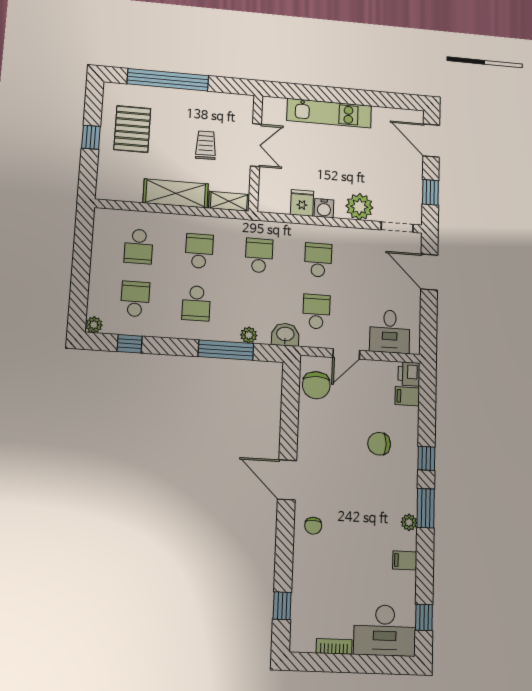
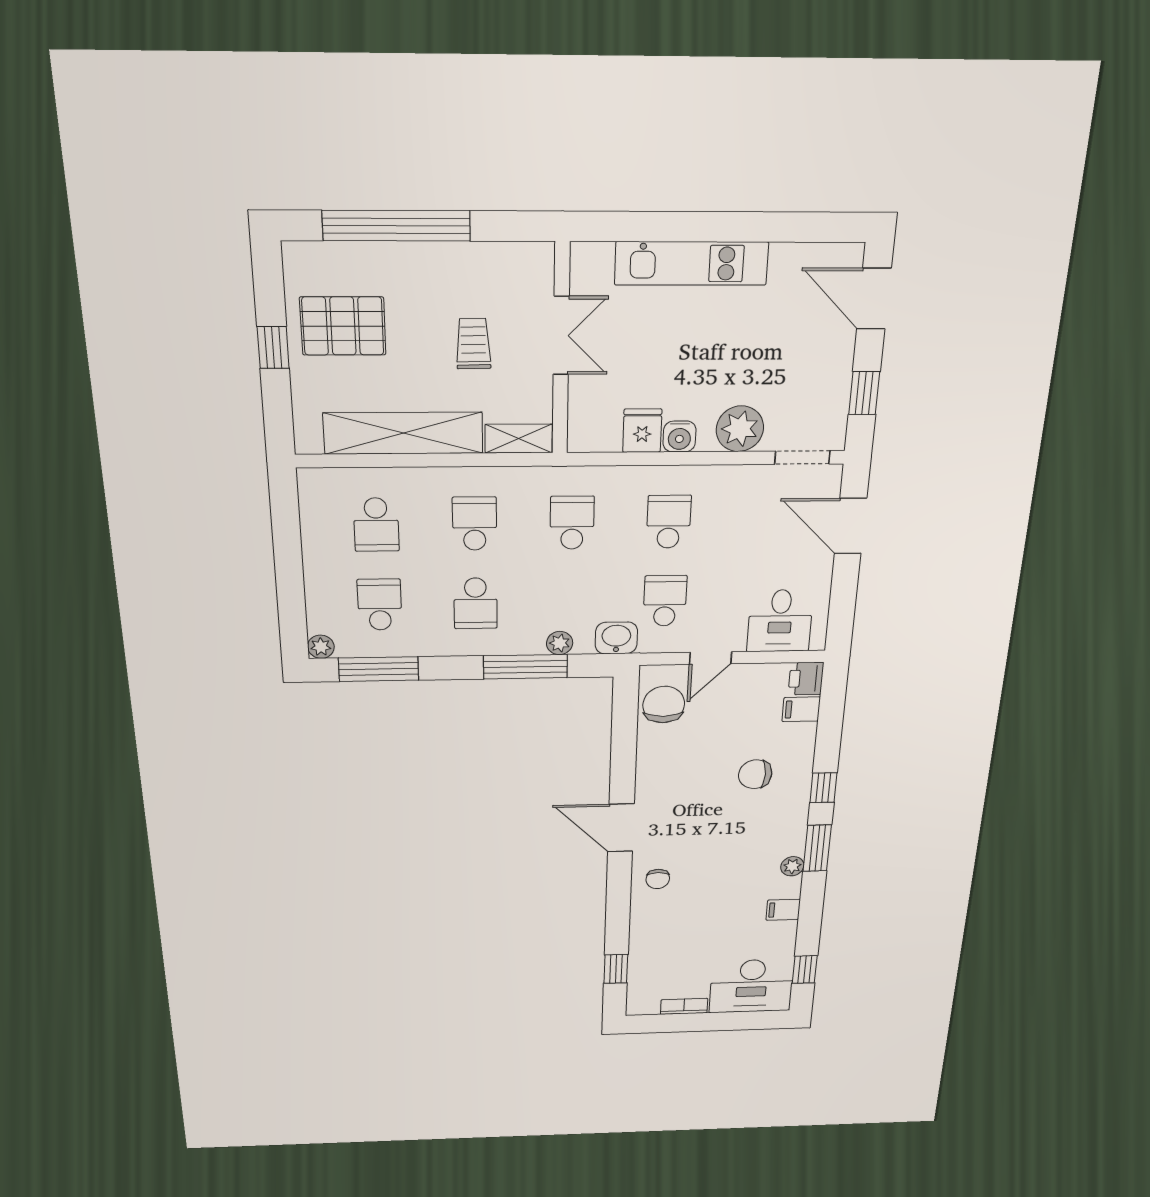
pallet: (132, 129) -> (343, 326), turned 90
shelving: (176, 193) -> (403, 433), width x1.47
window: (130, 344) -> (379, 669), width x2.17
chair: (316, 385) -> (664, 705), turned 180

